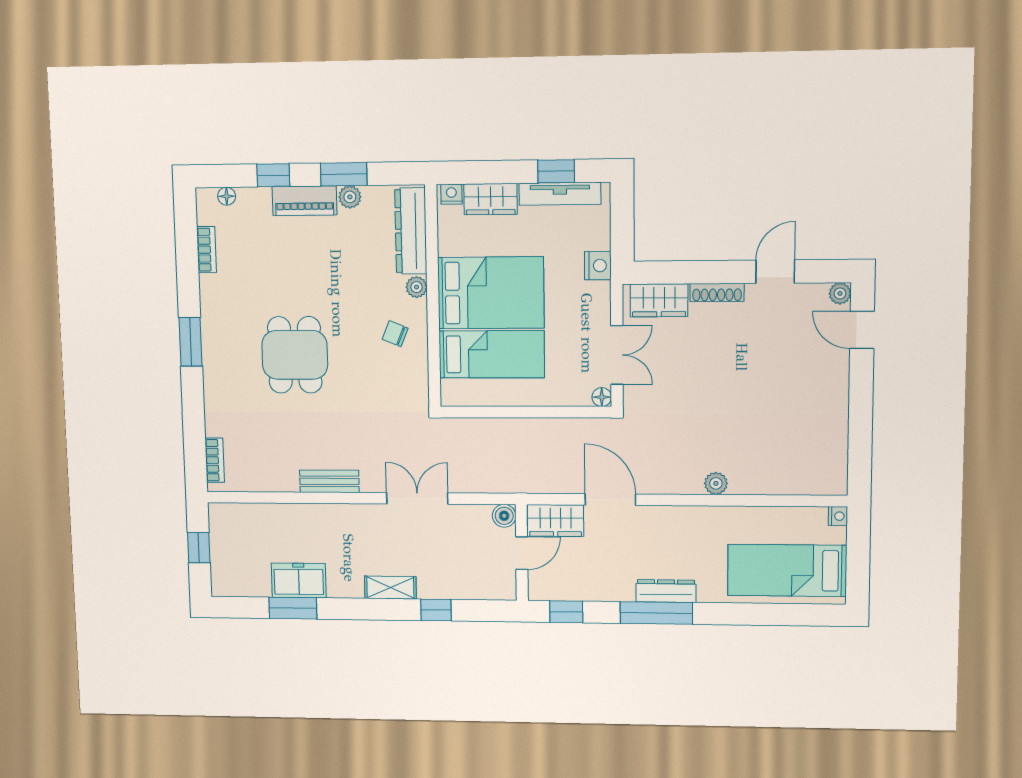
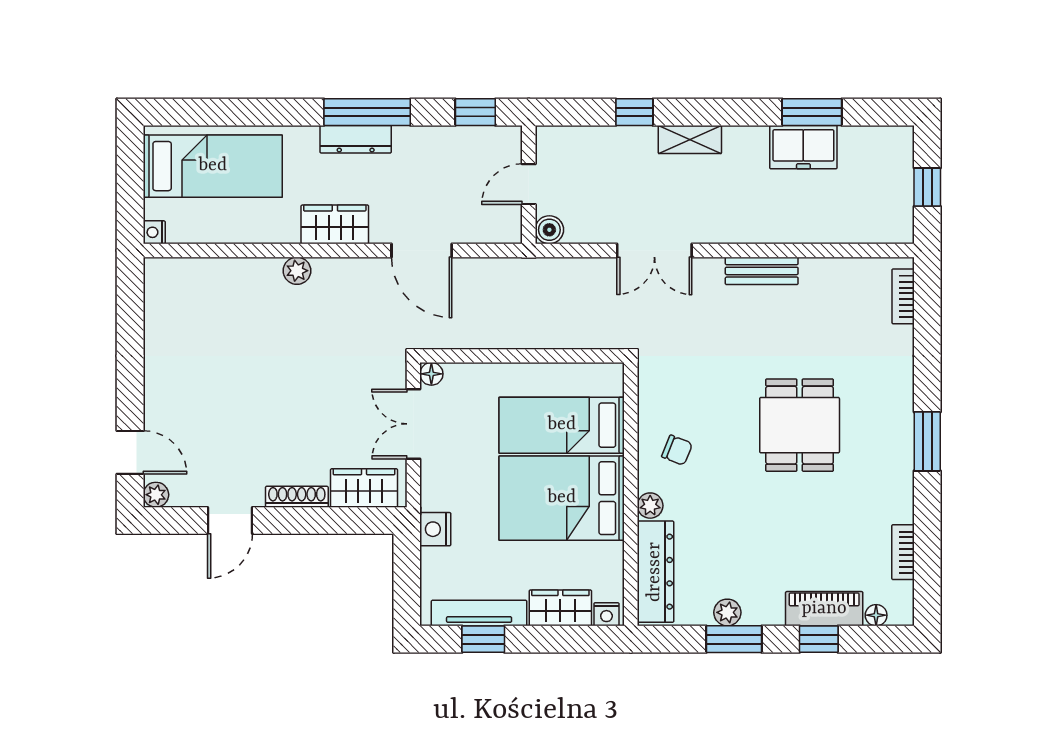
piano: (304, 201) -> (824, 609), moved
wardrobe: (555, 521) -> (335, 224), moved

